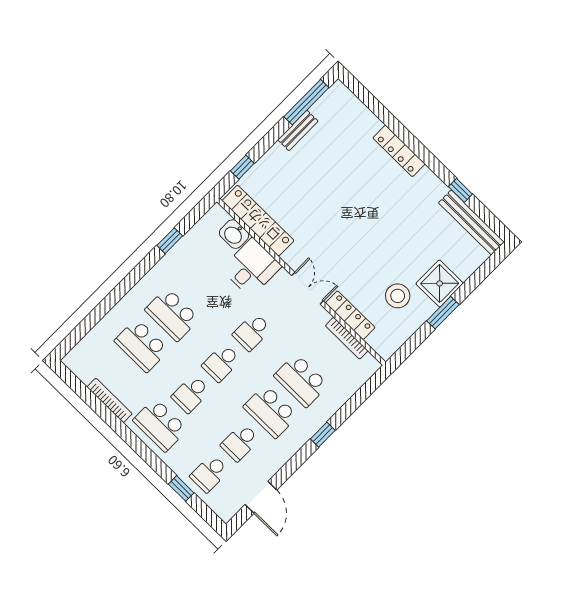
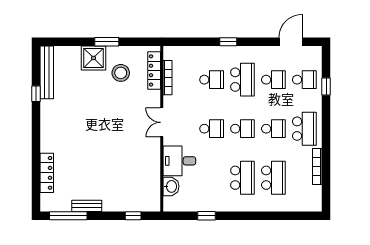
locker: (399, 151) -> (47, 173), moved
locker: (258, 221) -> (152, 181), removed
locker: (350, 315) -> (154, 70), moved
school desk: (301, 380) -> (212, 80), width x0.54

